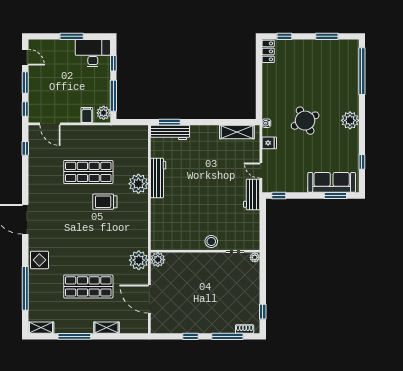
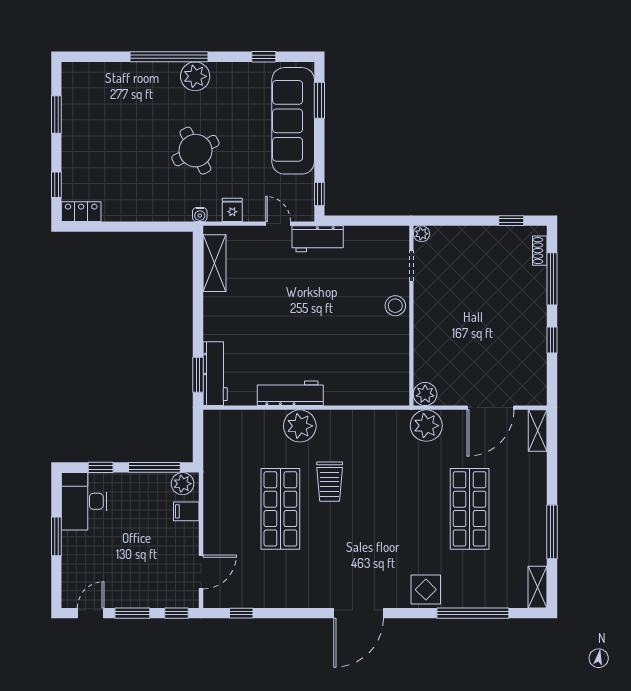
window: (362, 71) -> (169, 57), moved
door: (261, 171) -> (278, 224), swing flipped
sofa: (332, 182) -> (293, 121), width x1.36, depth x1.27
shelving: (107, 328) -> (538, 431), moved

